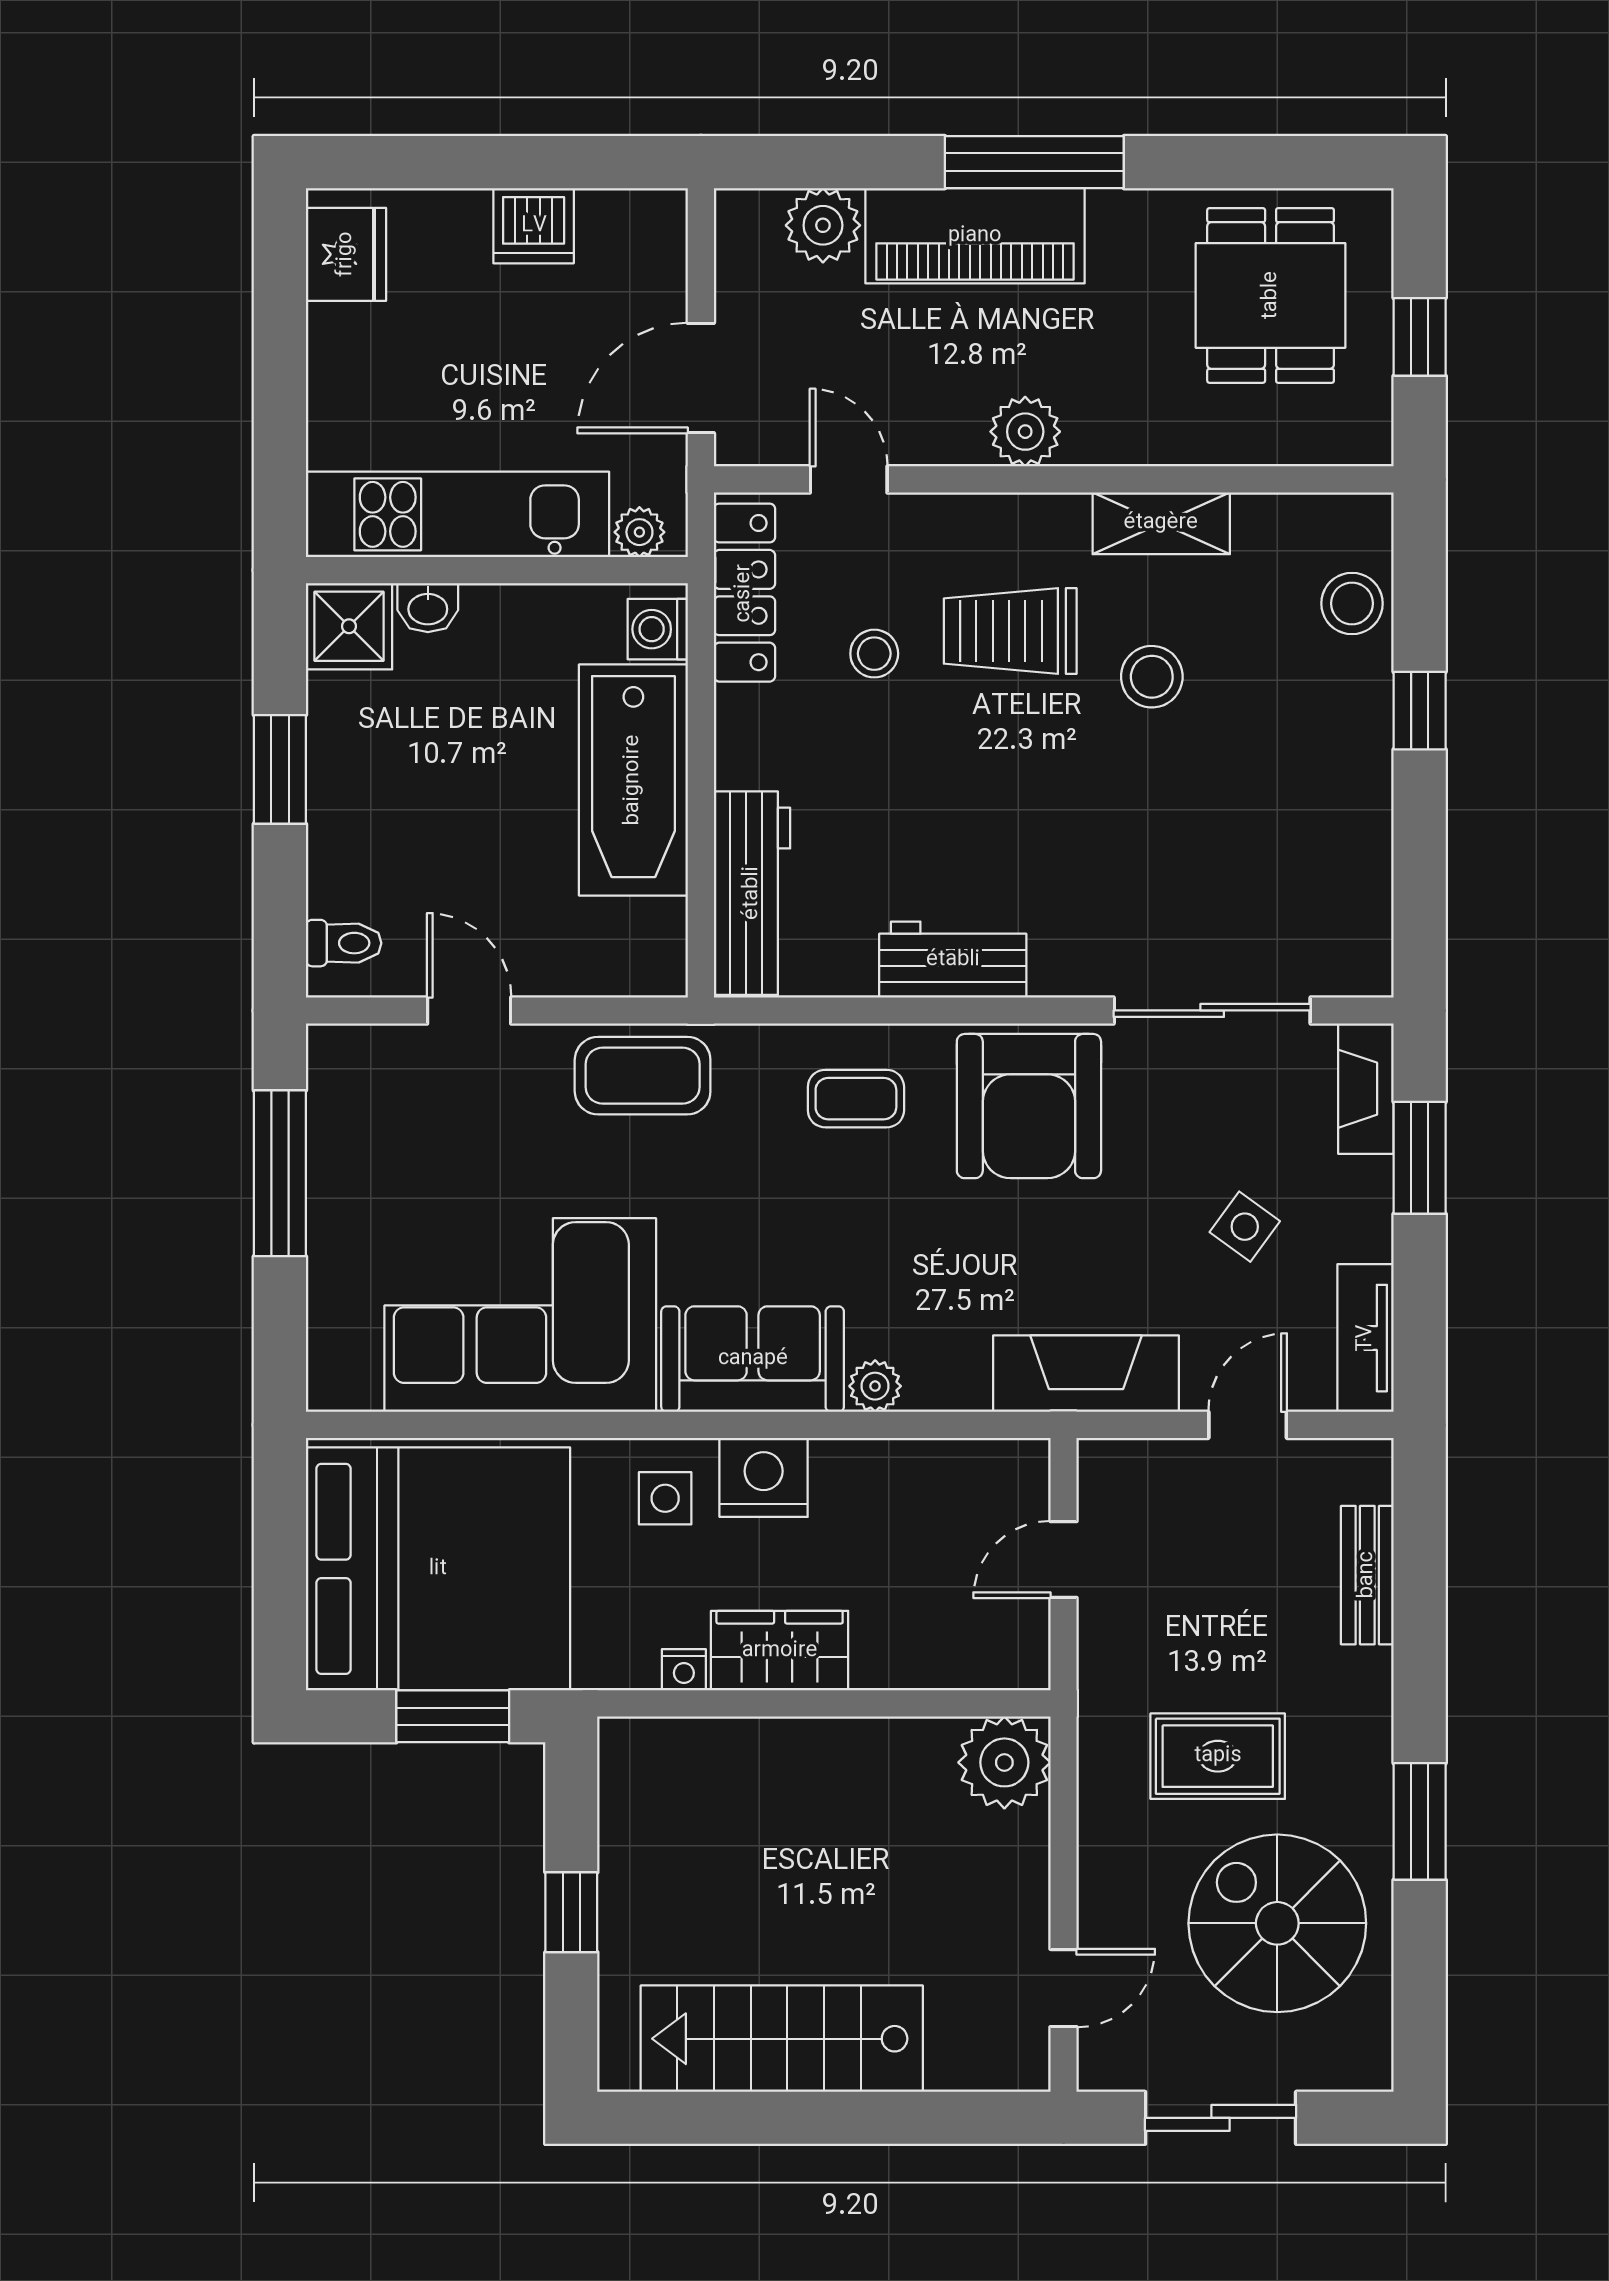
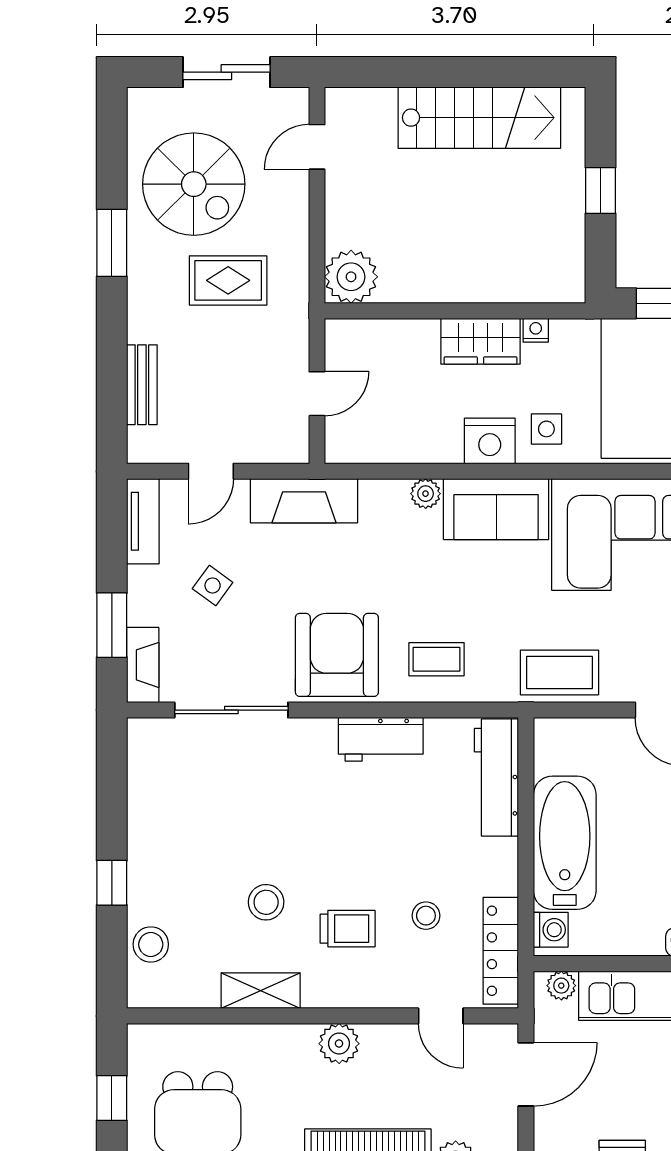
trolley: (1010, 631) -> (348, 929), width x0.73, depth x0.72

